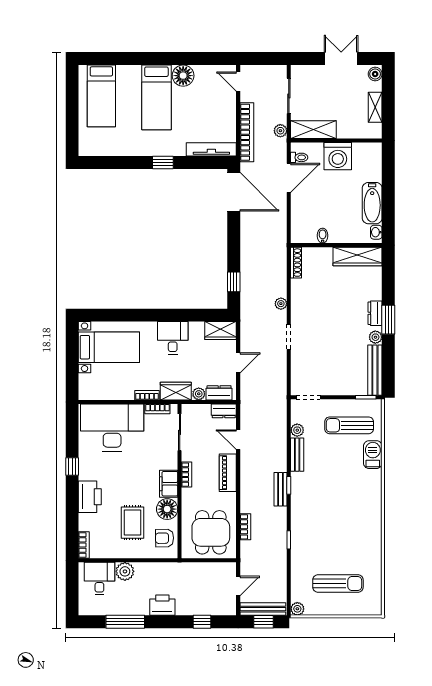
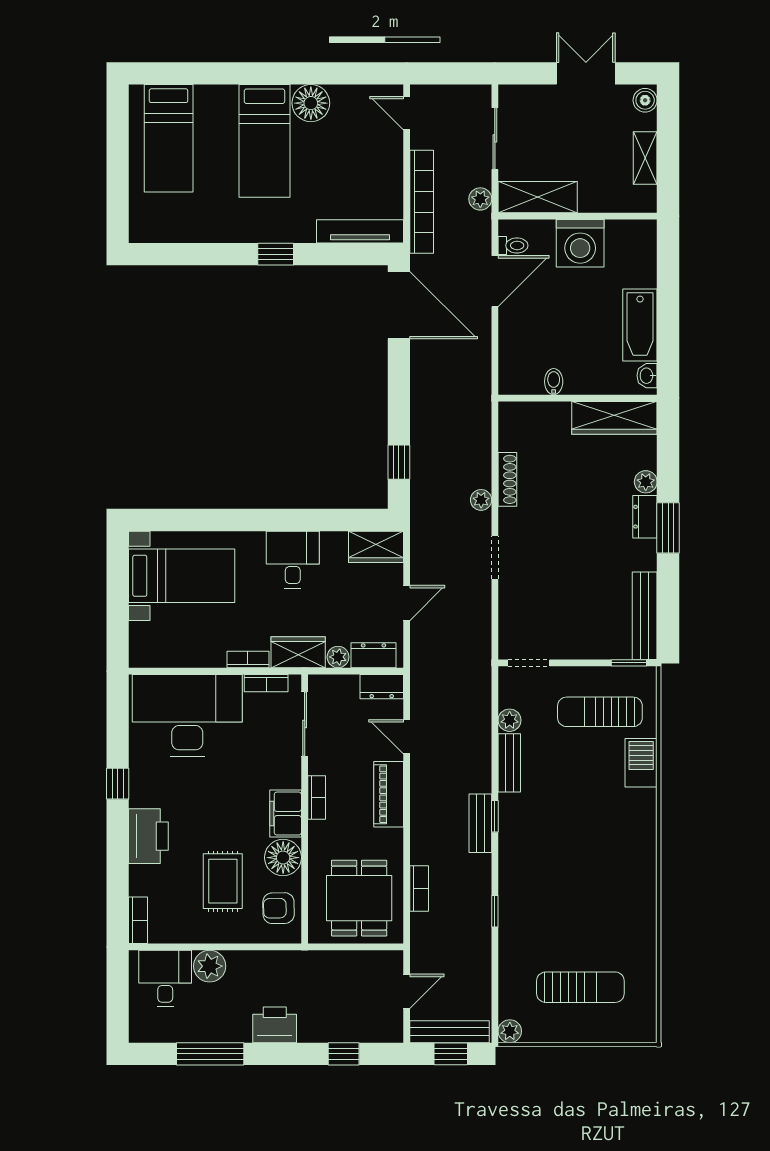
shoe rack: (296, 263) -> (507, 479), moved
plant: (375, 337) -> (646, 482), moved

